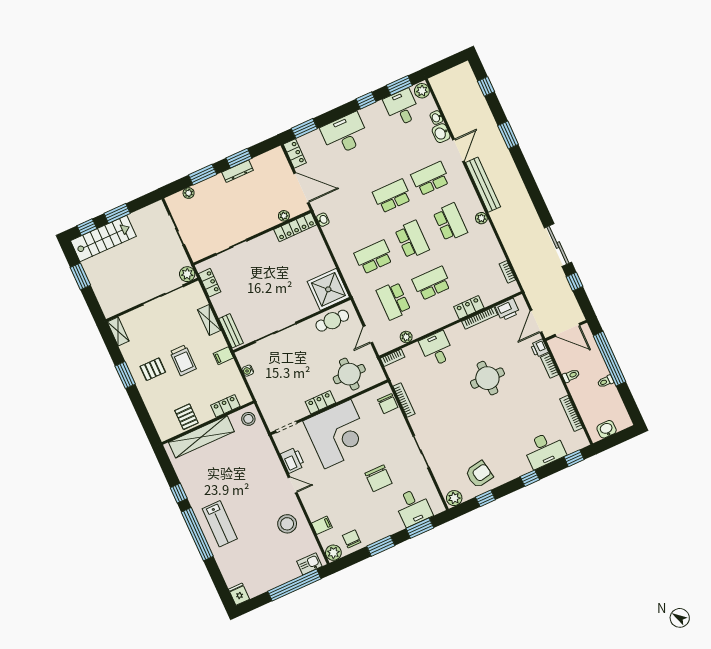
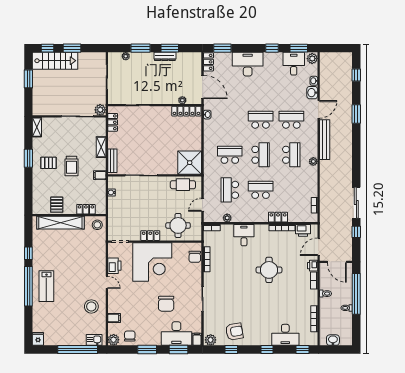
filing cabinet: (437, 505) -> (197, 339), added
desk: (413, 507) -> (176, 334), width x1.37

